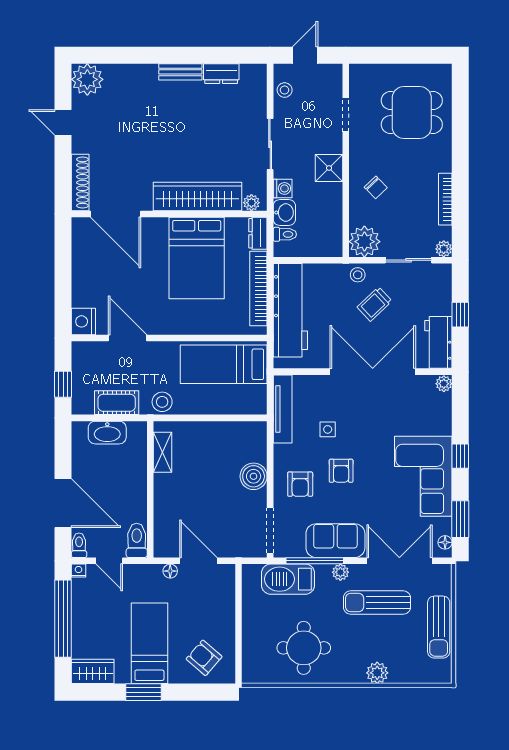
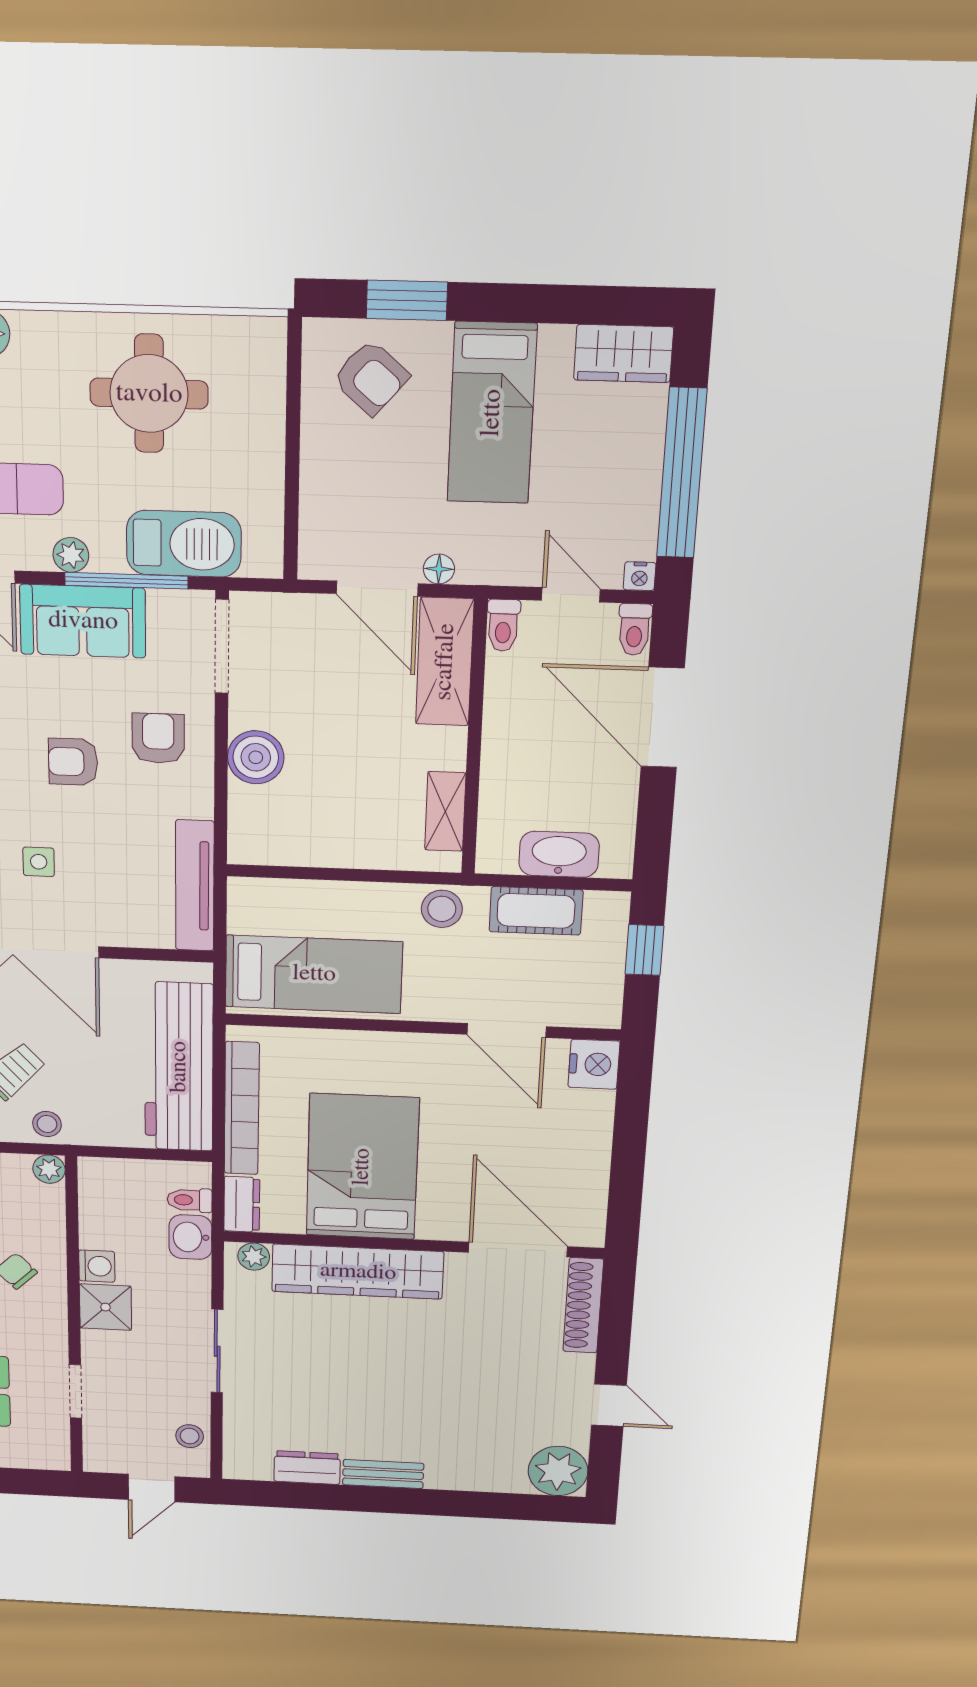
washing machine: (283, 188) -> (97, 1266), moved, turned 180
plant: (364, 242) -> (49, 1169), width x0.53, depth x0.53
side table: (328, 429) -> (39, 862), moved
armchair: (341, 471) -> (73, 762), turned -90
shelving: (166, 527) -> (445, 662), added
toilet: (137, 540) -> (503, 625), width x0.73, depth x0.72
window: (144, 692) -> (407, 300), moved

